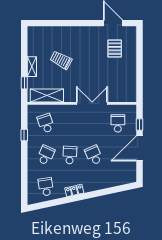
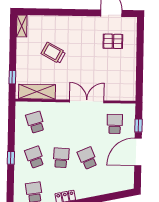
pallet: (115, 49) -> (113, 41), turned 90
shelving: (32, 67) -> (22, 26), moved
window: (24, 135) -> (11, 158), moved
school desk: (46, 155) -> (35, 157), turned -45

